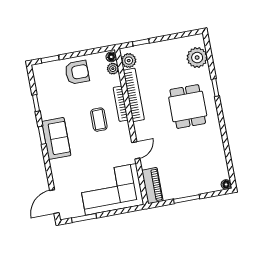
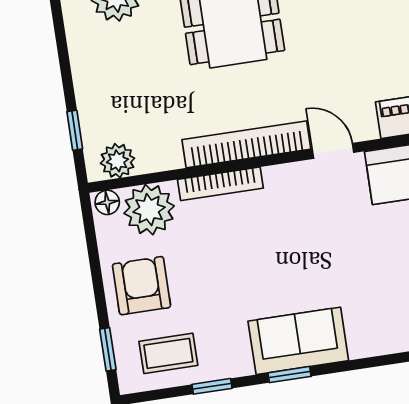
plant: (113, 69) -> (149, 210), width x1.87, depth x1.87
bookcase: (134, 95) -> (246, 144), moved
coffee table: (99, 120) -> (168, 353), moved

